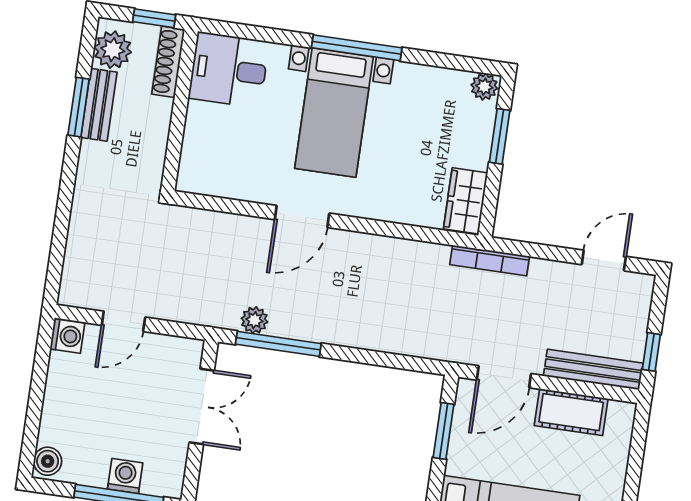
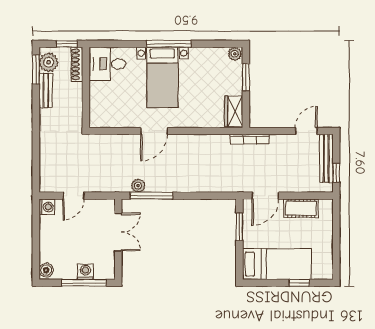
window: (79, 107) -> (36, 69), moved
bench: (593, 370) -> (326, 158), moved, turned 90

